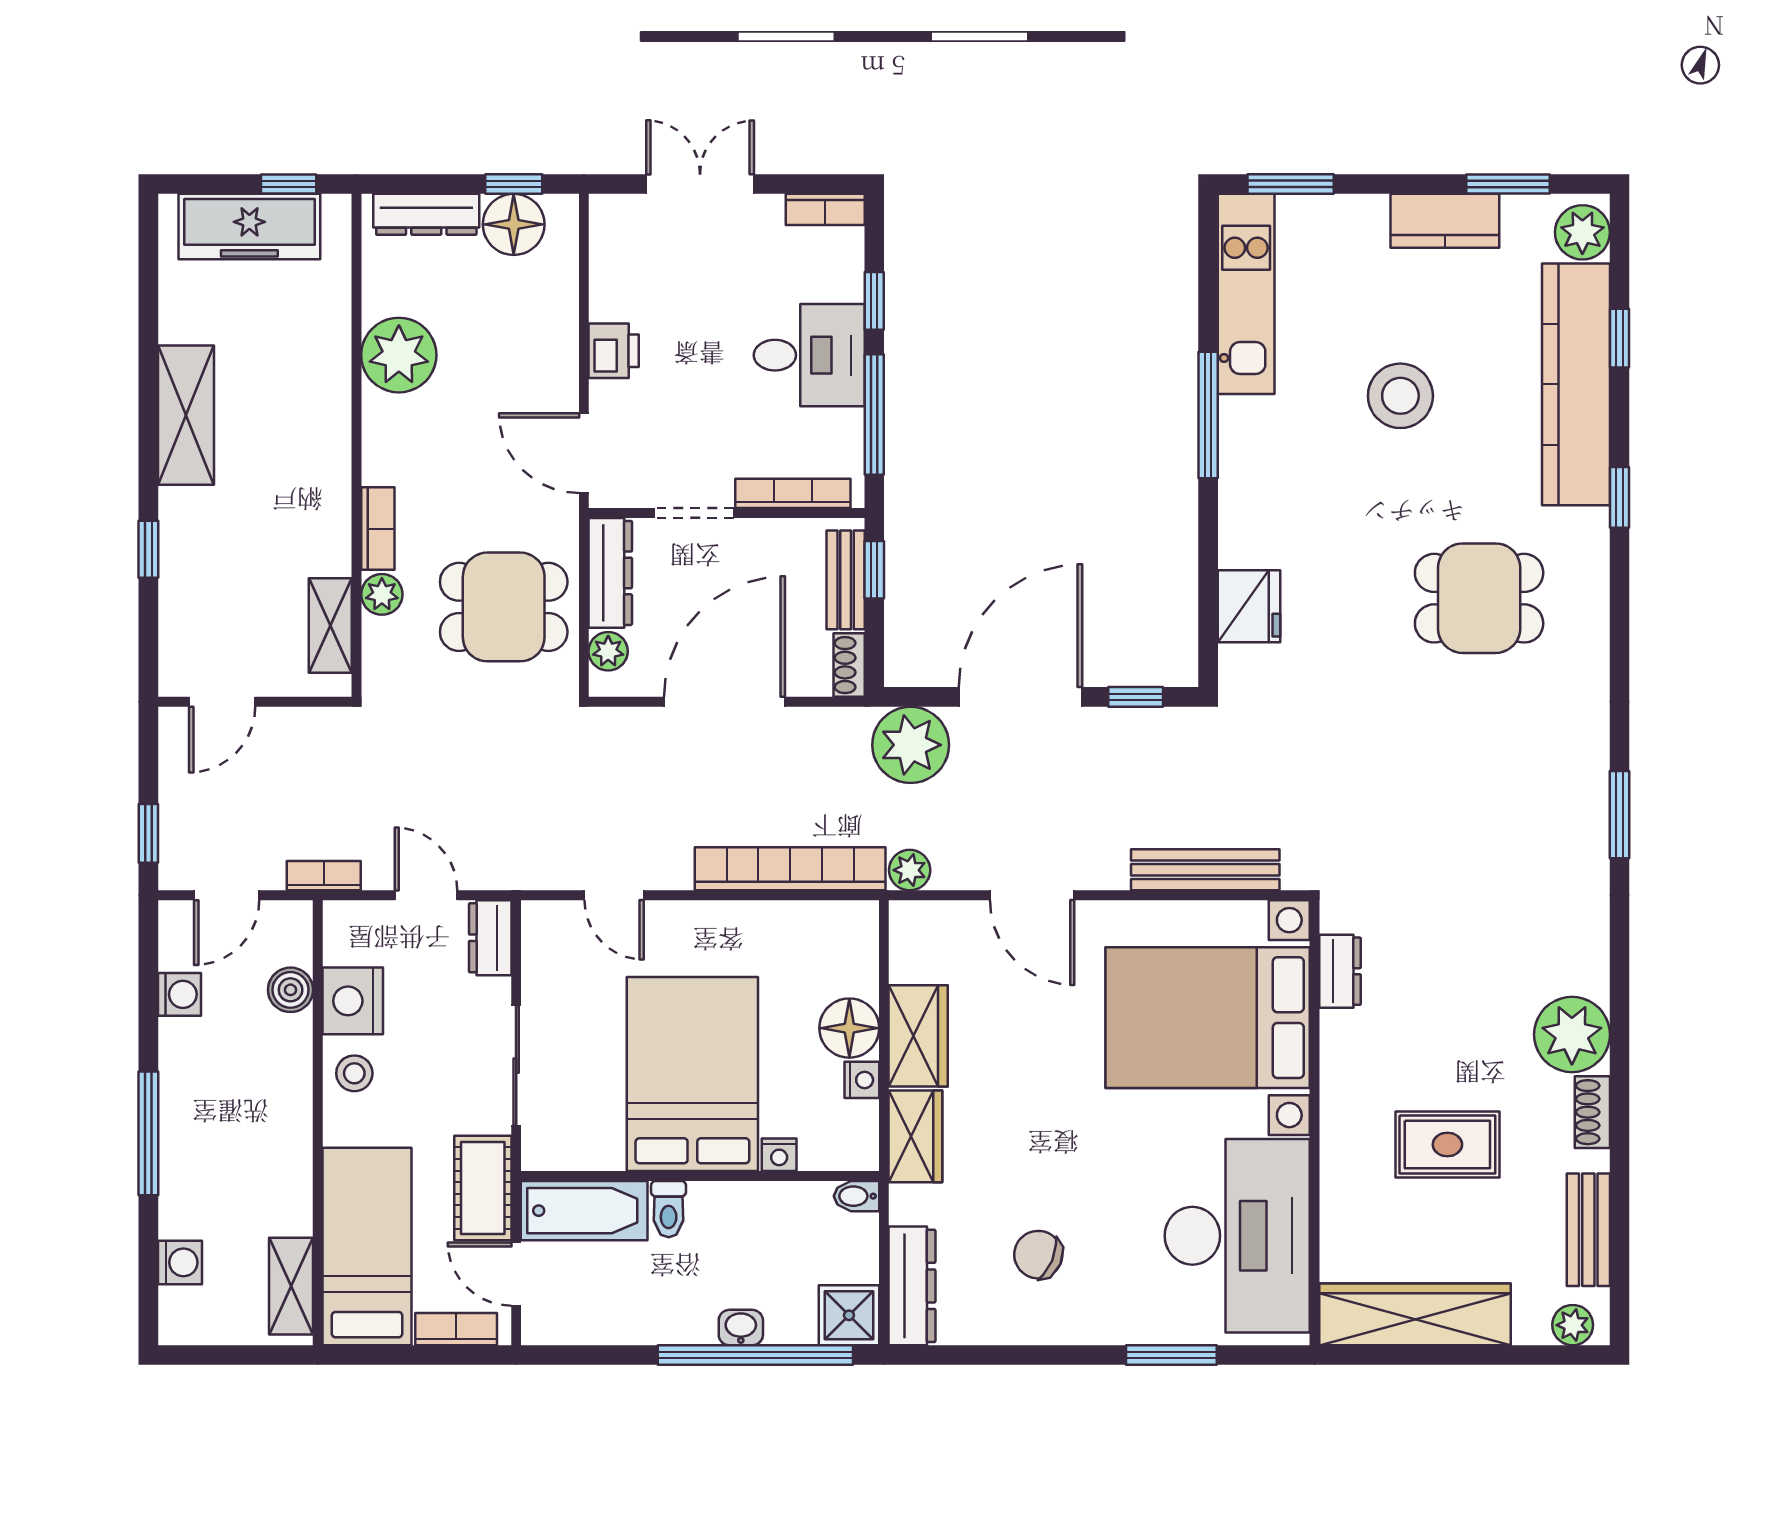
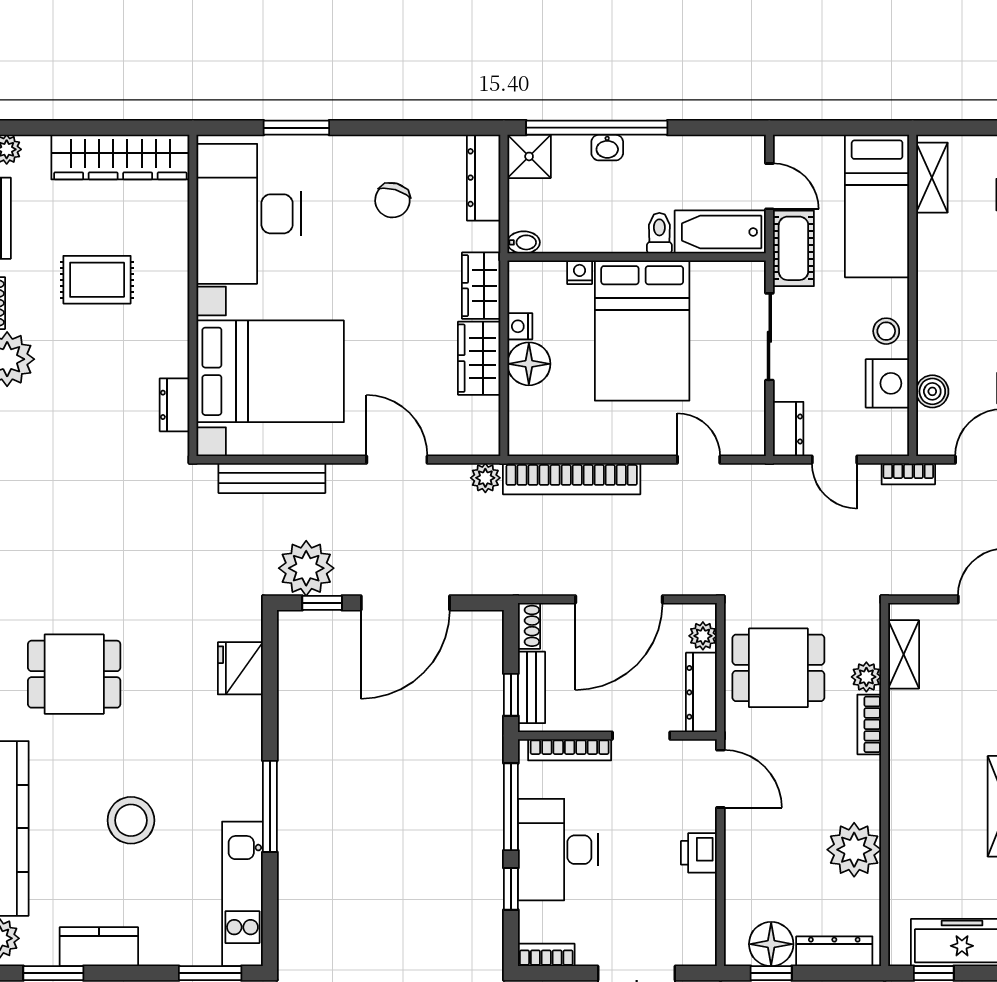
desk: (809, 355) -> (558, 850), width x1.37
plant: (911, 745) -> (306, 568), moved
chair: (1038, 1255) -> (392, 200), turned 83
bookcase: (456, 1329) -> (813, 146), removed

